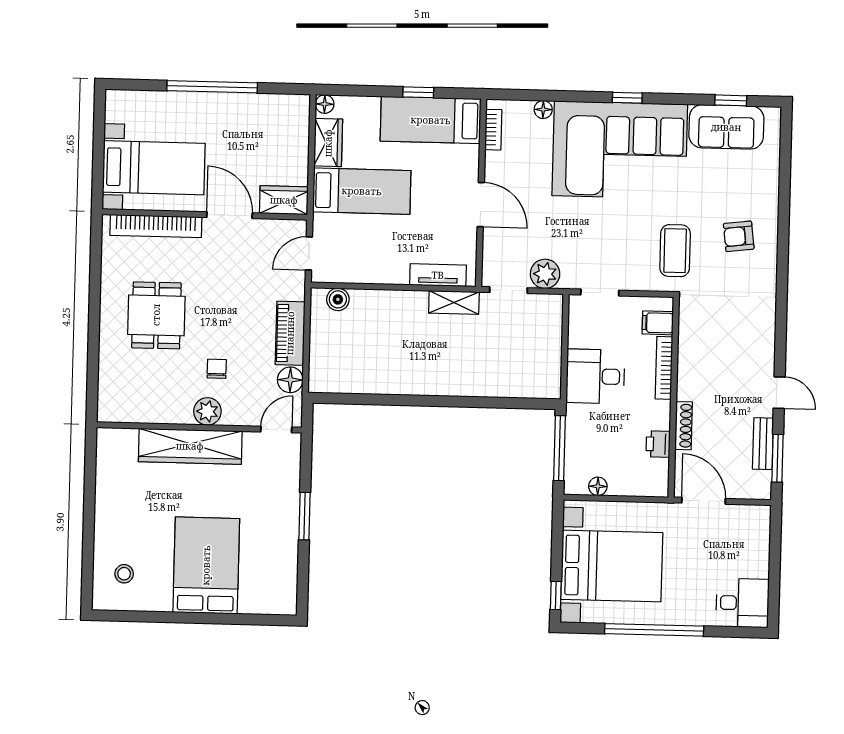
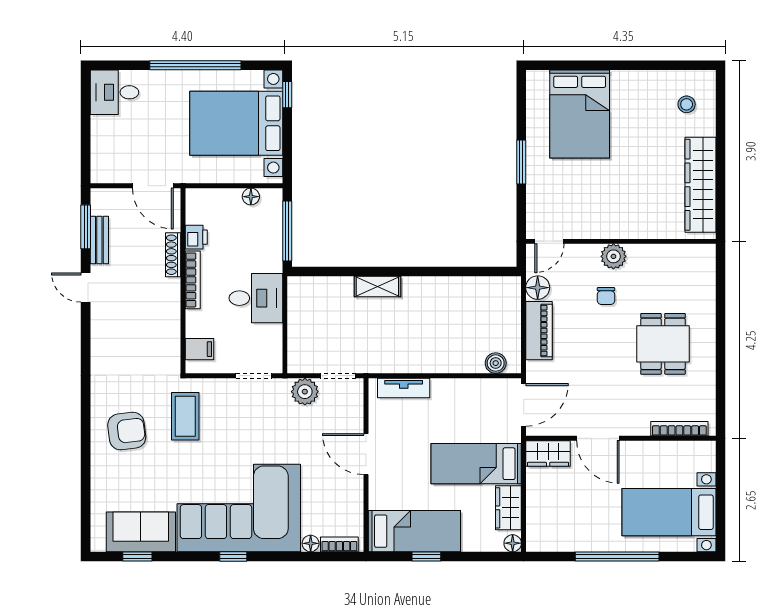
bookcase: (493, 130) -> (339, 544), moved, turned 90
bed with nightstands: (154, 168) -> (669, 512), moved
bookcase: (156, 226) -> (679, 429), width x0.68, depth x0.76
armchair: (739, 236) -> (127, 431), width x1.38, depth x1.38
door: (309, 253) -> (524, 405), width x1.37
shelving: (454, 302) -> (377, 287), moved
bookcase: (664, 368) -> (193, 280), moved
wardrobe: (190, 446) -> (700, 185), moved, turned -90
bed: (206, 565) -> (580, 114), moved

